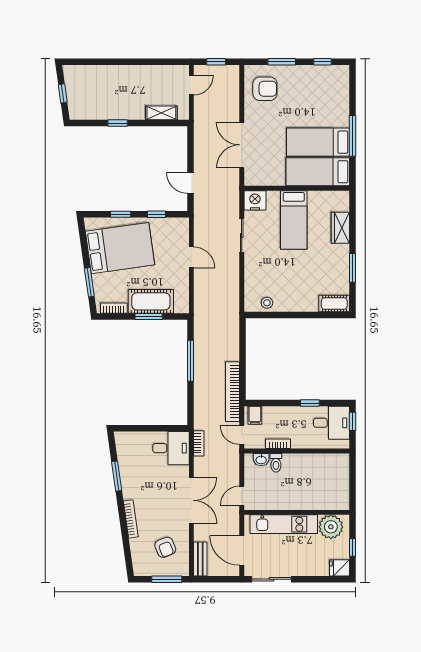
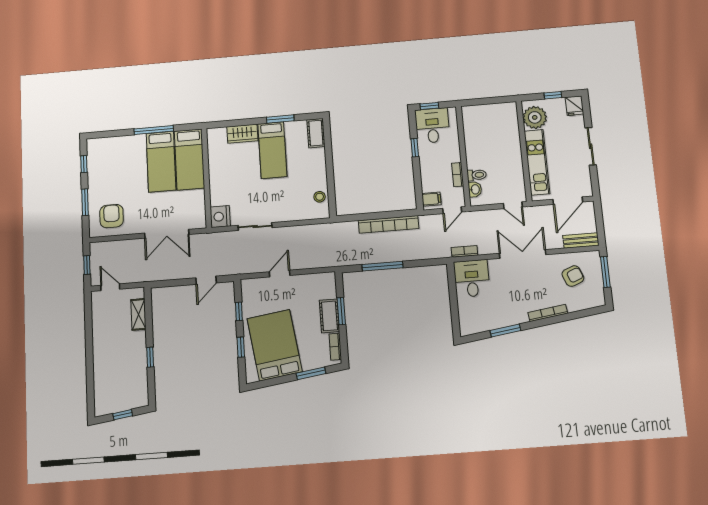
bed: (294, 220) -> (272, 150), moved, turned 90
cot: (151, 301) -> (329, 316), width x0.73, depth x0.75
bookcase: (233, 392) -> (389, 224), moved
sliding door: (271, 579) -> (591, 146), moved

